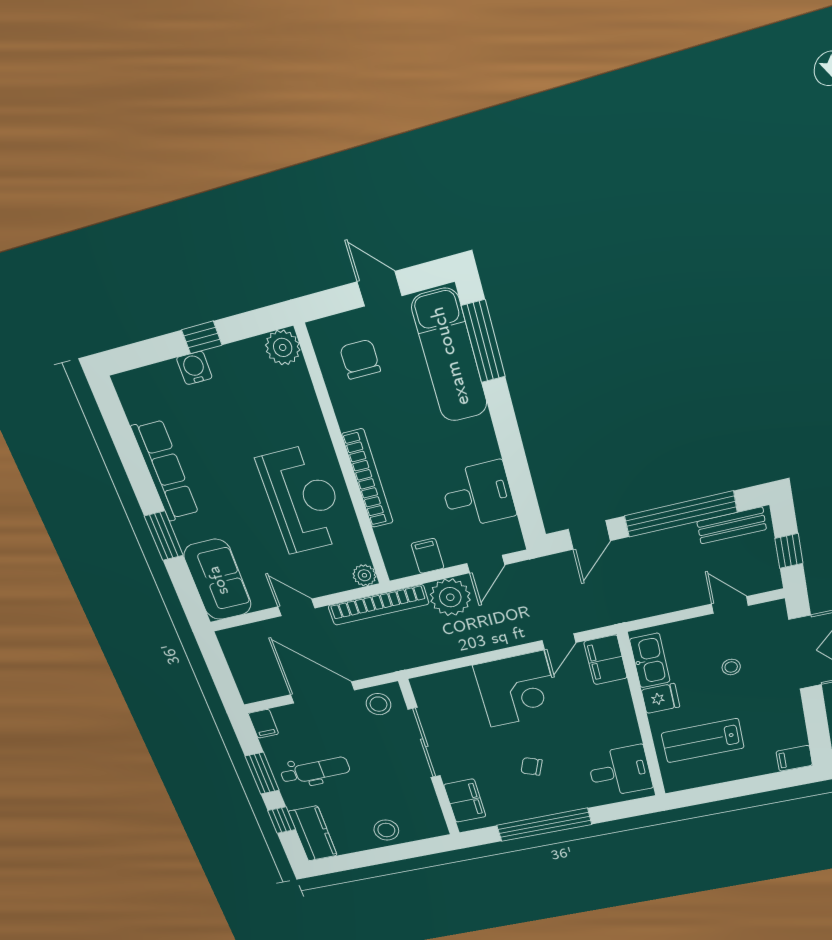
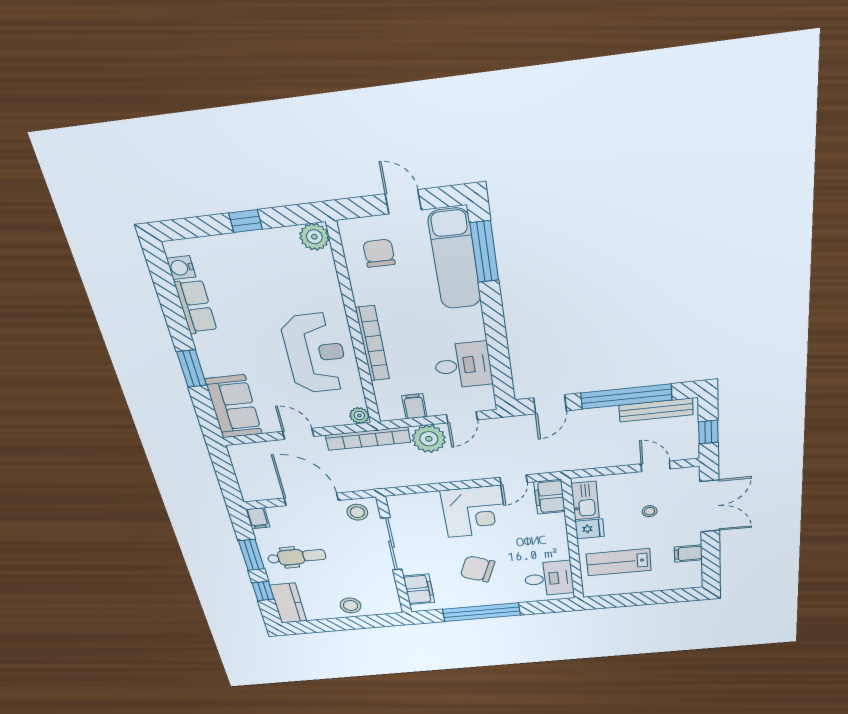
water cooler: (194, 368) -> (181, 268), moved, turned -90
row of seats: (165, 471) -> (196, 307), width x0.68
bench: (732, 525) -> (656, 410), width x1.36
filing cabinet: (794, 758) -> (688, 553), moved
chair: (532, 766) -> (478, 569), width x1.87, depth x1.87

